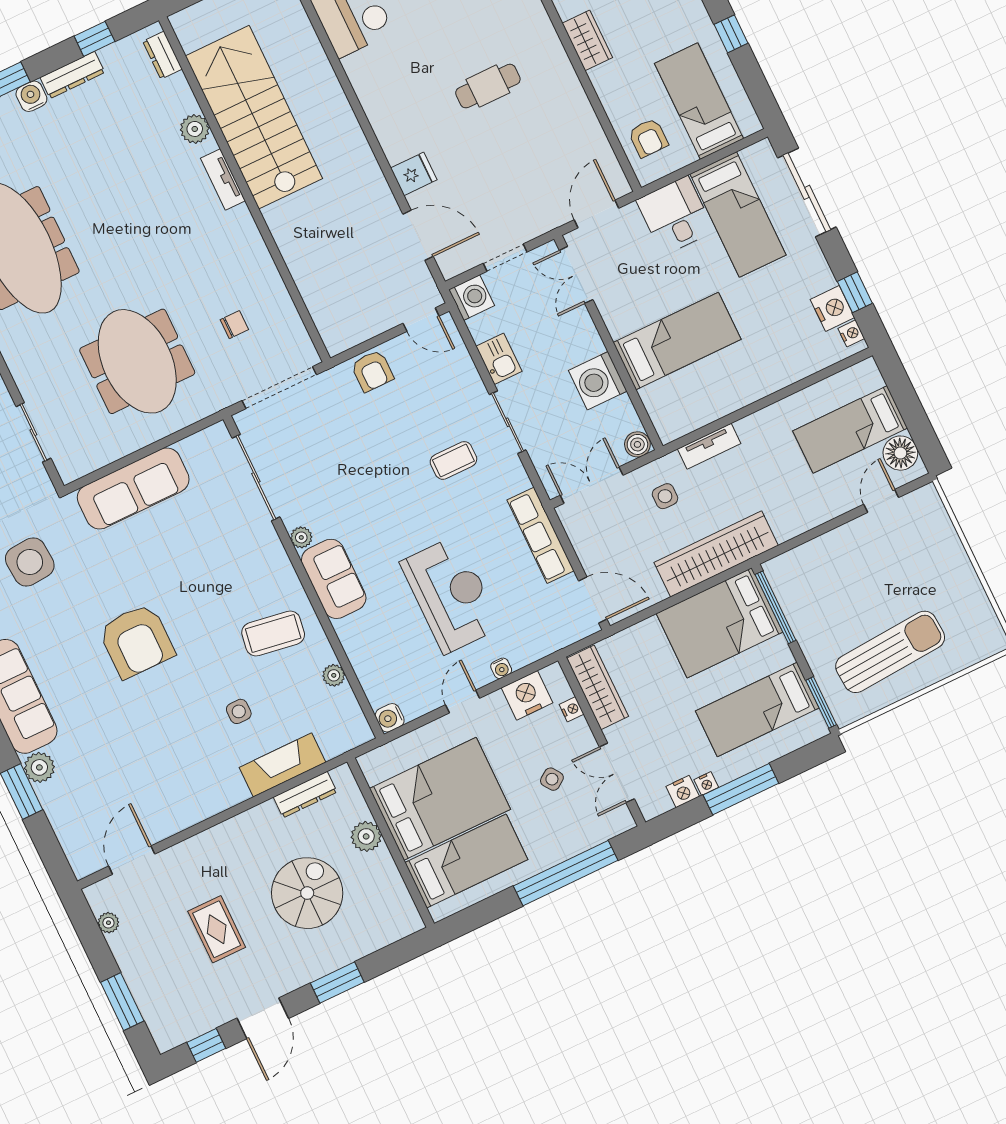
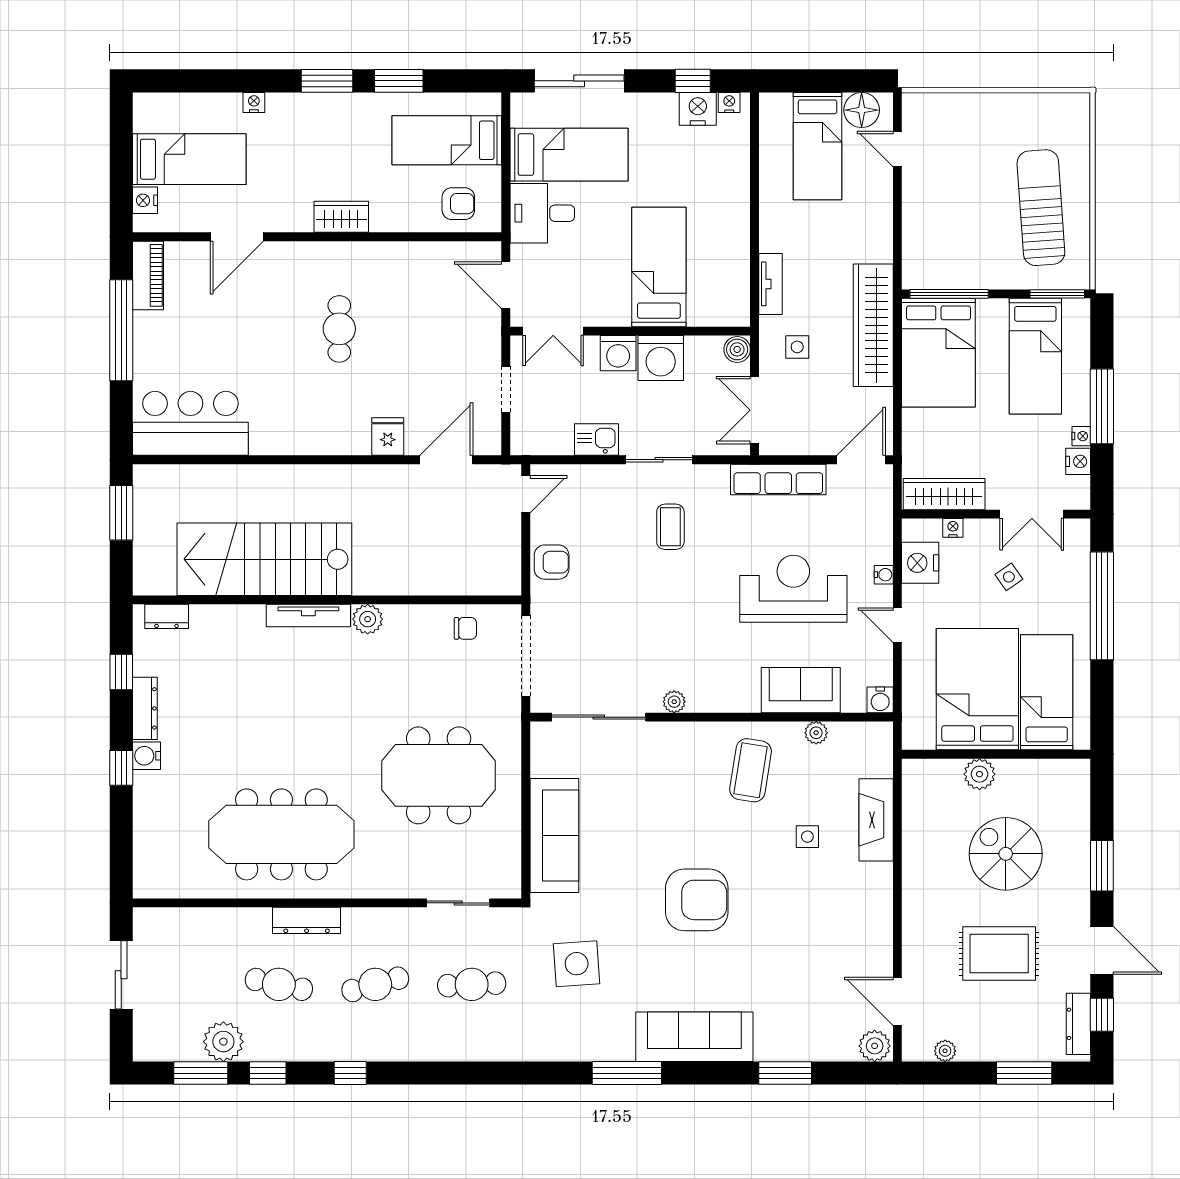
window: (731, 34) -> (399, 81), width x1.50
plant: (195, 129) -> (368, 619), moved
tv unit: (223, 180) -> (308, 615), width x1.41
washing machine: (472, 298) -> (618, 353), moved, turned 180
chair: (234, 325) -> (465, 628), moved, turned 90
sofa: (334, 579) -> (801, 690), moved
plant: (39, 767) -> (875, 1046), moved
dresser: (305, 795) -> (1078, 1024), moved, turned 180
rug: (217, 929) -> (999, 954), width x1.36, depth x1.43

